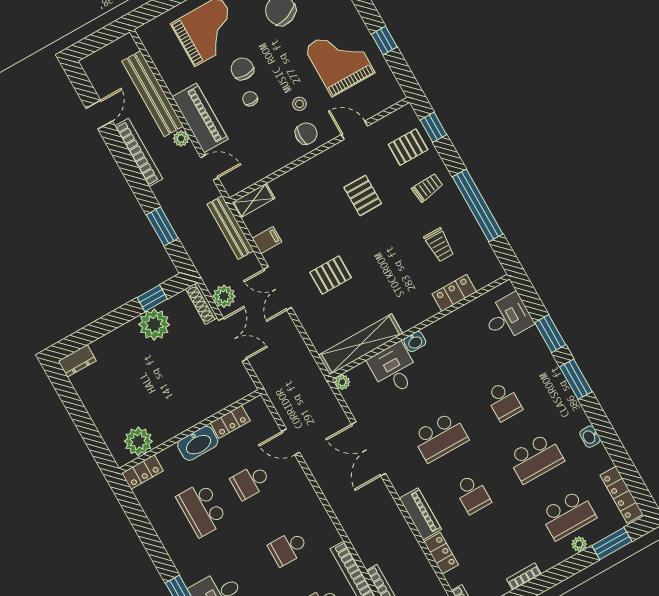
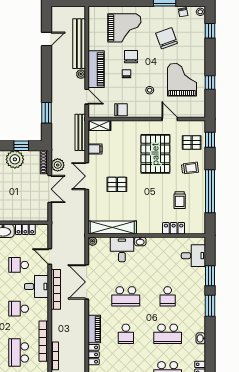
chair: (306, 134) -> (121, 110), moved
bookcase: (139, 152) -> (56, 289), moved
pallet: (363, 195) -> (155, 154), width x2.05, depth x2.00
desk: (296, 499) -> (36, 287), added

